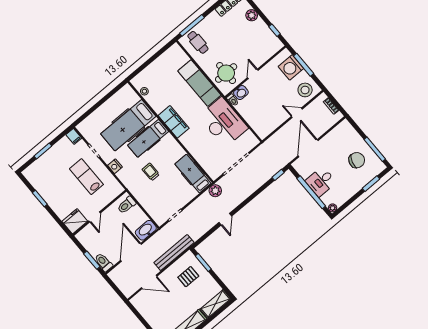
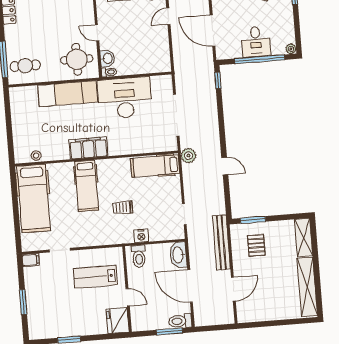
hospital bed: (128, 125) -> (34, 198), moved
nightstand: (115, 166) -> (141, 236), moved
lab bench: (86, 177) -> (96, 277), moved

